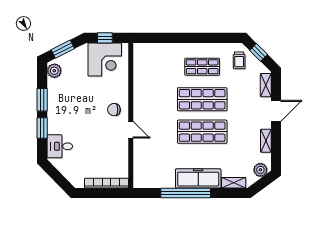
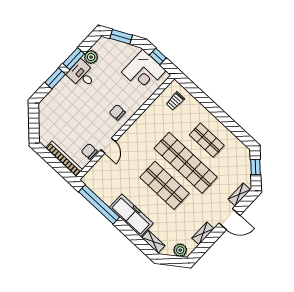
trolley: (239, 60) -> (175, 101), moved
plant: (54, 71) -> (91, 57), moved
shop shelf: (202, 99) -> (186, 163), width x1.40
door: (131, 130) -> (108, 146), moved
desk: (60, 146) -> (82, 74), moved
chair: (120, 159) -> (89, 151), added
window: (186, 193) -> (99, 205), moved

